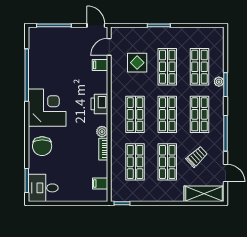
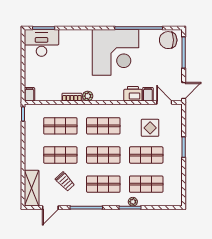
printer: (99, 104) -> (133, 94), moved
corner desk: (47, 108) -> (115, 52), width x1.36, depth x1.36
chair: (42, 146) -> (168, 40), moved
filing cabinet: (100, 184) -> (29, 94), moved
desk: (43, 188) -> (41, 43), width x1.37

